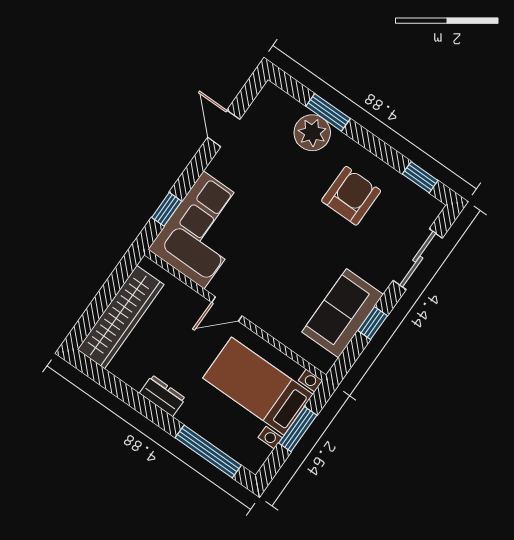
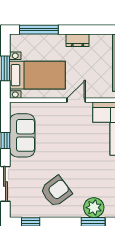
armchair: (351, 196) -> (56, 191), turned -127

